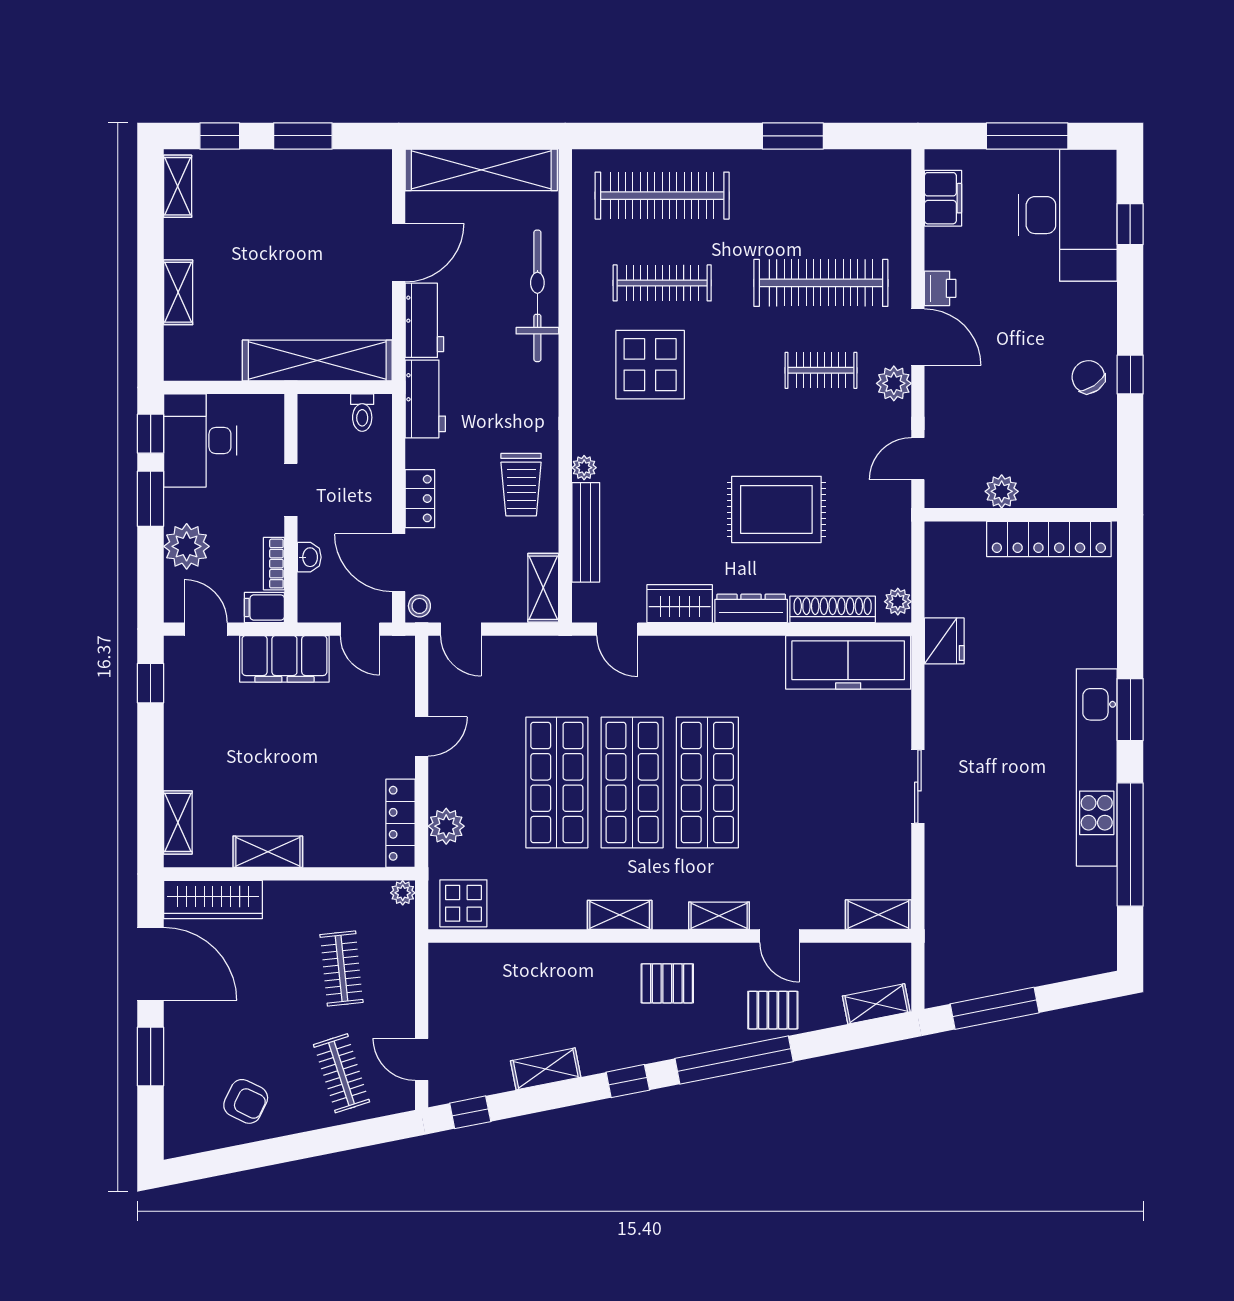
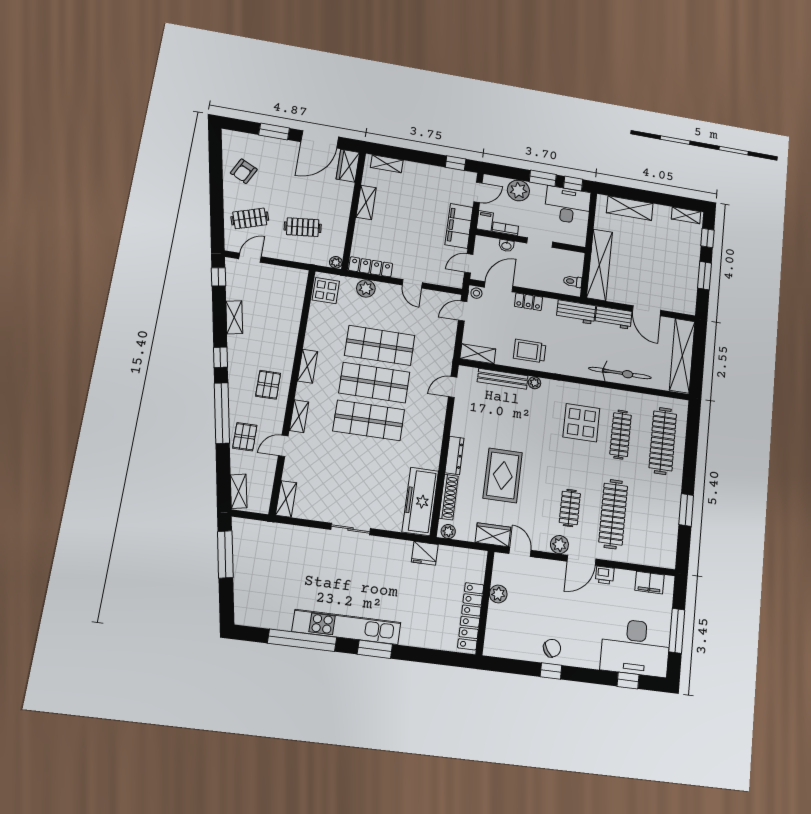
shelving: (178, 292) -> (630, 208), width x1.50, depth x1.33
wardrobe: (680, 604) -> (493, 535), moved, turned -90
wardrobe: (213, 900) -> (348, 166), width x0.67

